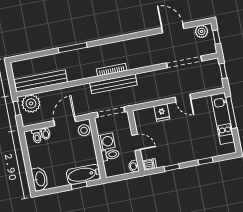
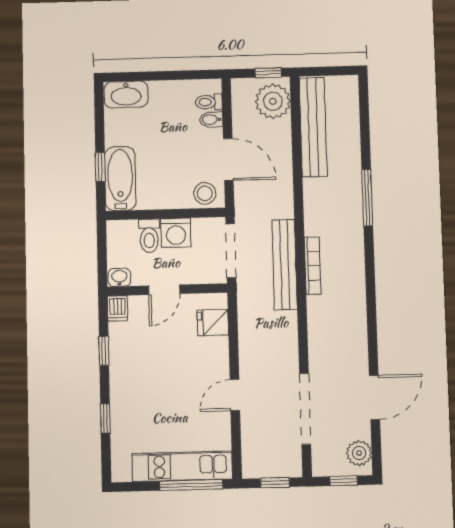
fridge: (162, 113) -> (213, 323), moved

